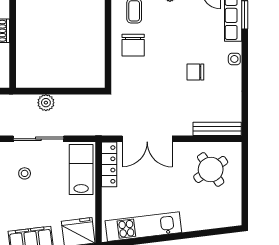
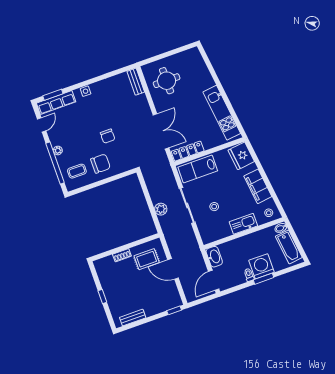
chair: (195, 72) -> (108, 136), moved
bench: (217, 129) -> (136, 82), width x0.73
round table: (211, 169) -> (167, 81), turned 34

